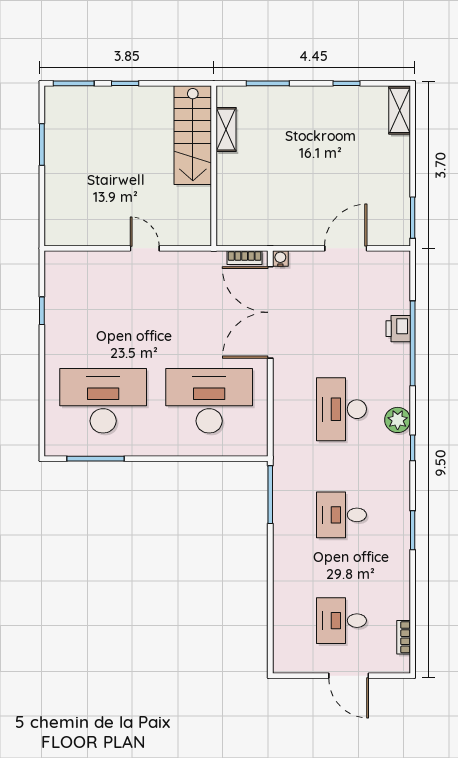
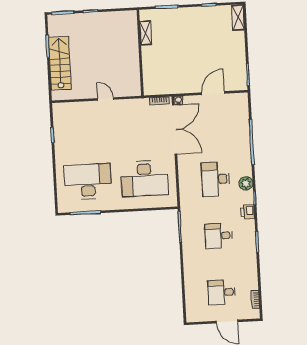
stairs: (193, 135) -> (60, 63), moved, turned 180
double door: (270, 312) -> (175, 129), swing flipped
printer: (398, 329) -> (248, 212), moved
desk: (209, 401) -> (144, 179), turned 180

